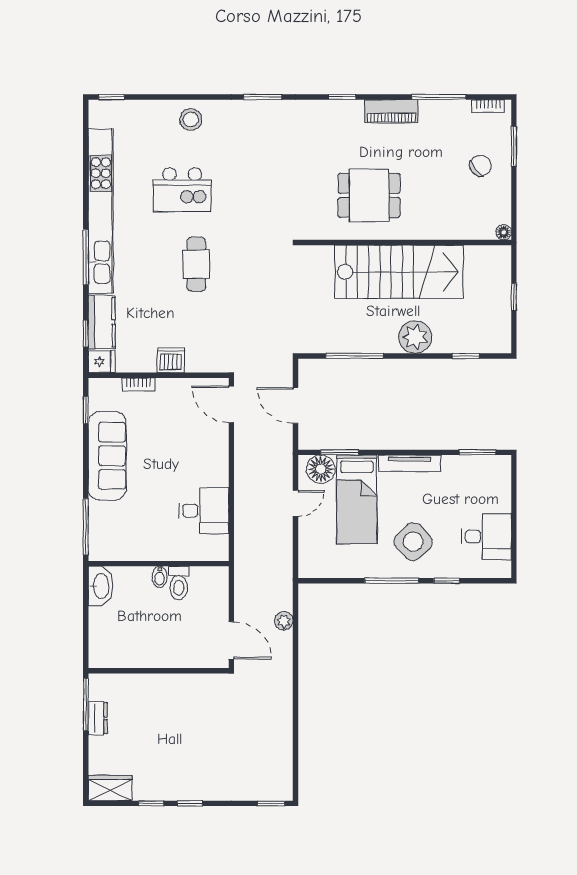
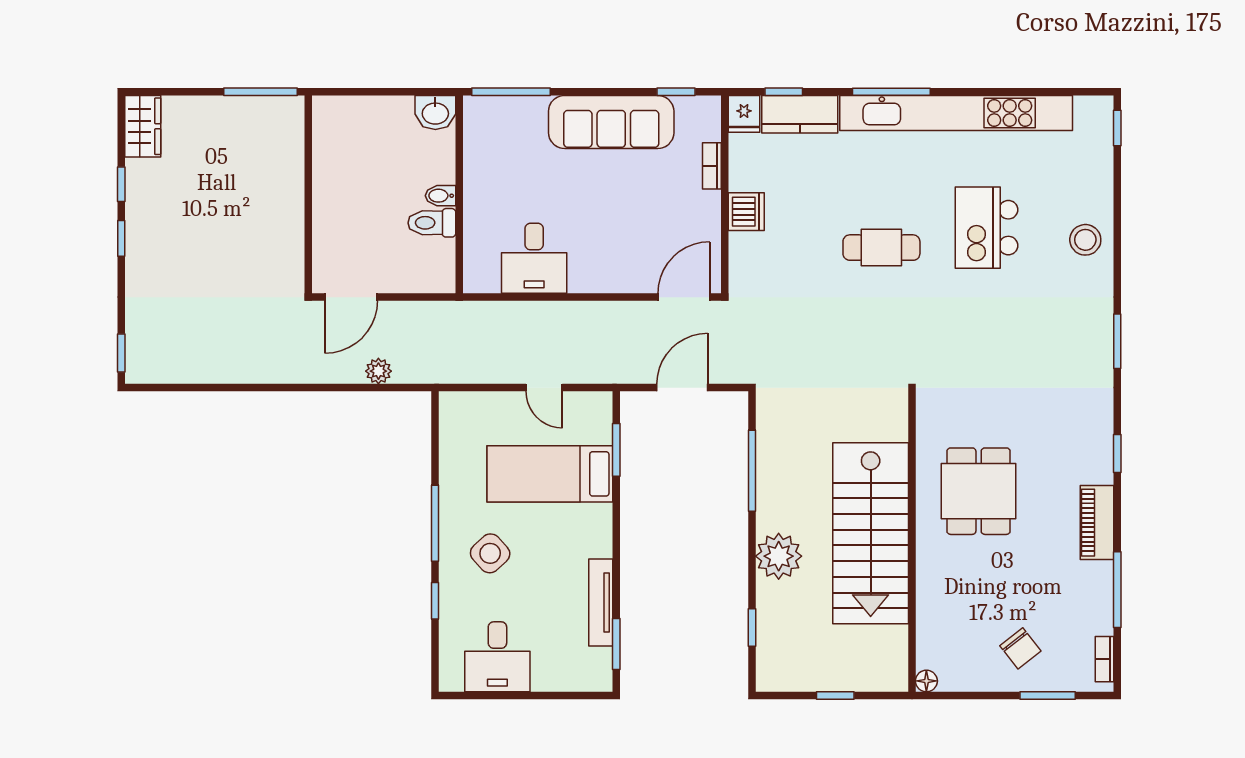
tv unit: (409, 463) -> (601, 602), moved
floor lamp: (321, 469) -> (592, 423), removed
side table: (413, 542) -> (490, 553), width x0.73, depth x0.73
washbasin: (100, 586) -> (435, 113), width x0.72
dresser: (98, 718) -> (241, 109), removed

